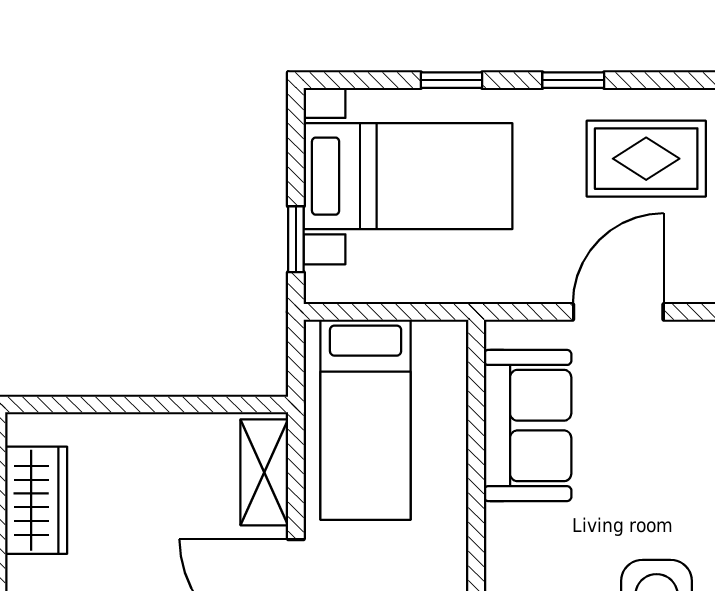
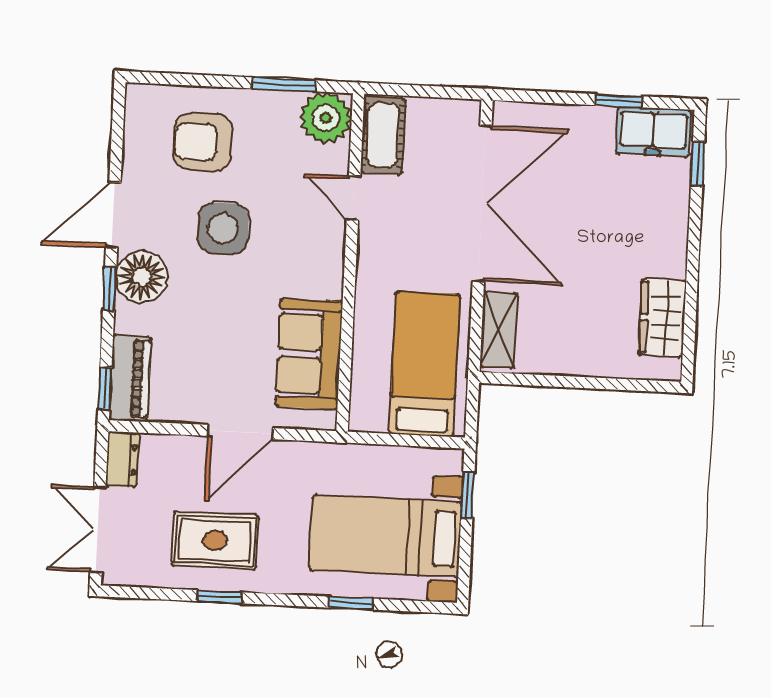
window: (573, 80) -> (220, 597), moved

